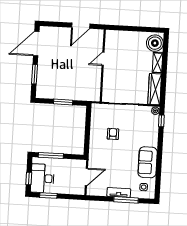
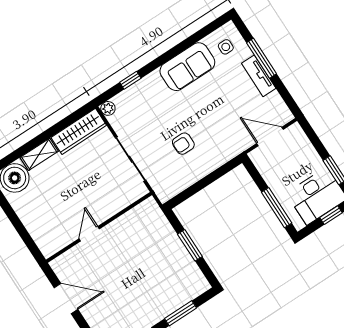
door: (103, 59) -> (89, 234), swing flipped
window: (161, 121) -> (130, 80), moved

